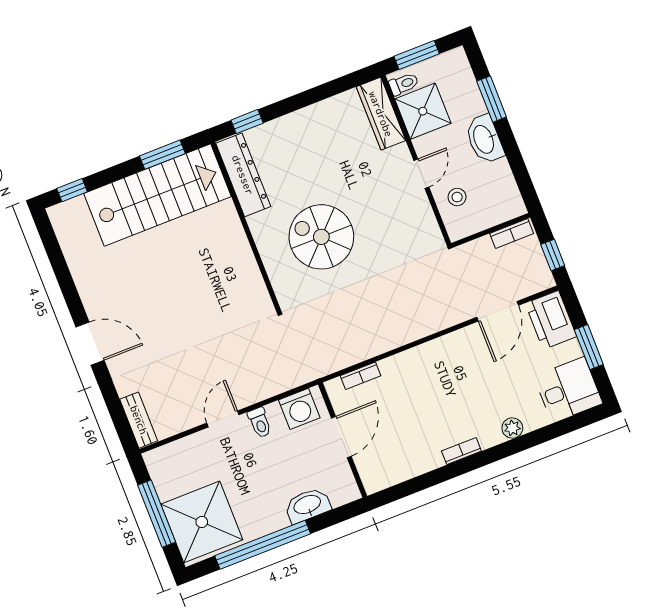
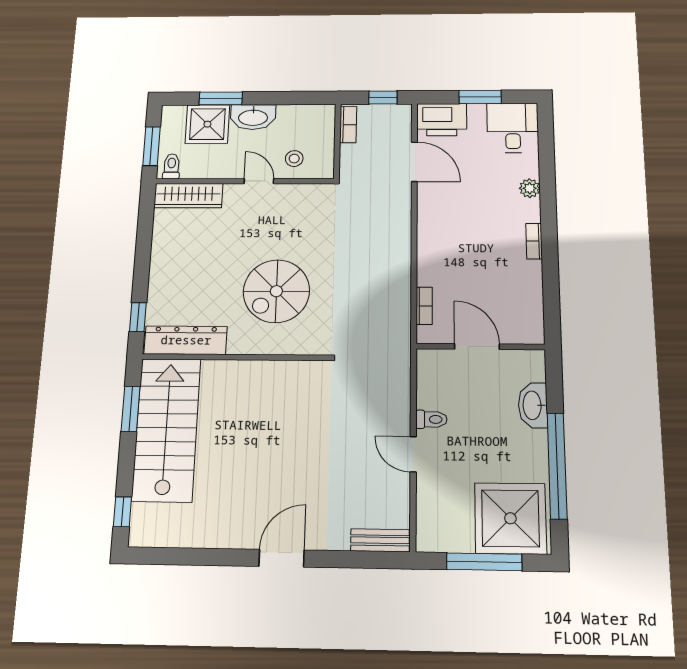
shower: (423, 111) -> (207, 124), moved
washing machine: (299, 409) -> (433, 376), removed

